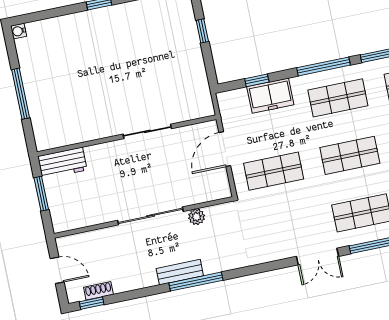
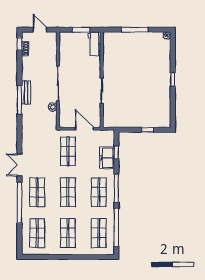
door: (57, 270) -> (40, 30), swing flipped

